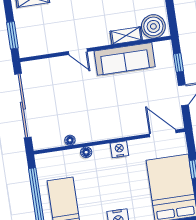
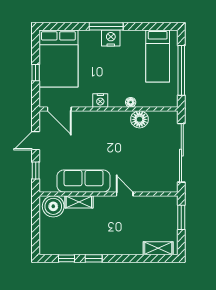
floor lamp: (70, 140) -> (139, 119), width x1.89, depth x1.89

